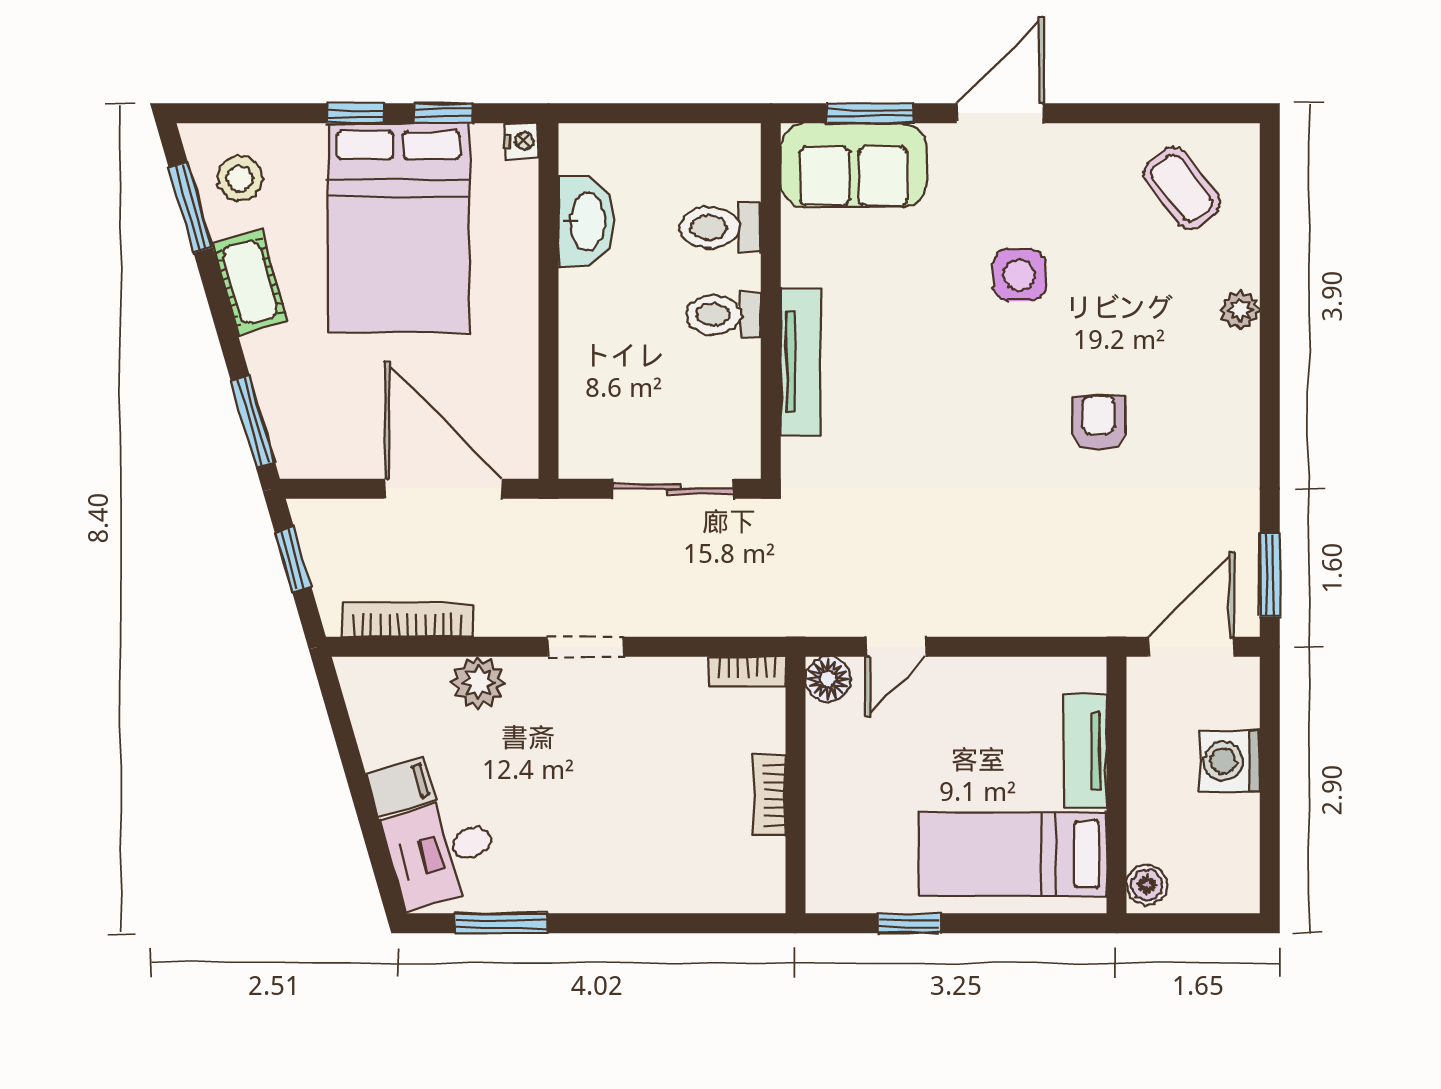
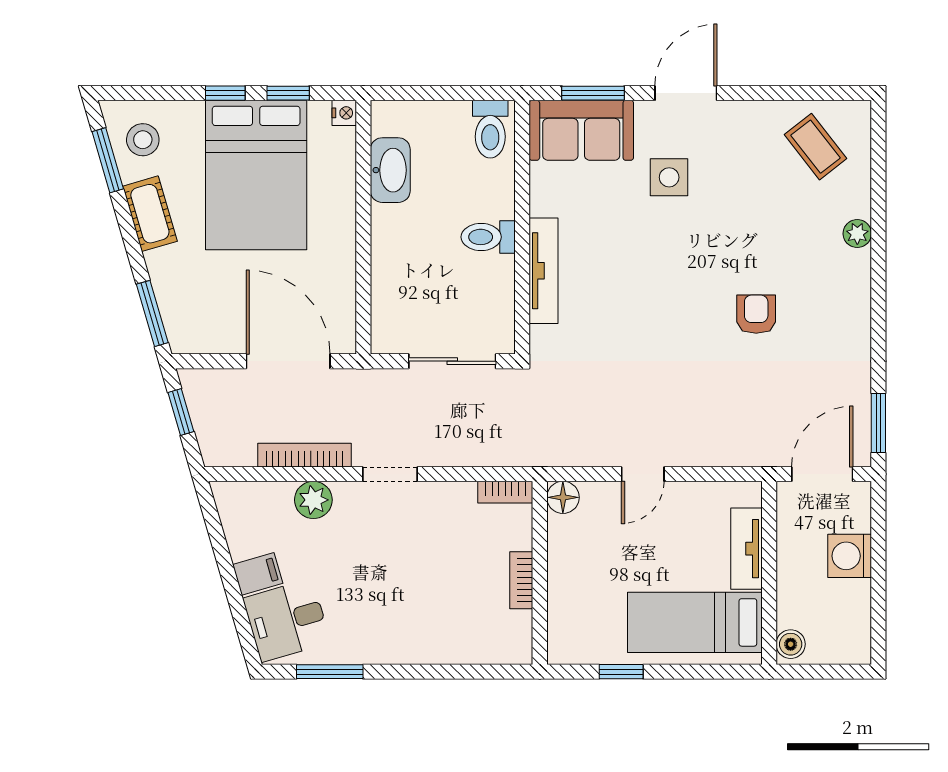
toilet: (720, 228) -> (490, 129), moved, turned -90
side table: (1019, 275) -> (669, 177), moved
bookcase: (407, 620) -> (304, 455), moved
door: (896, 647) -> (643, 474), moved

